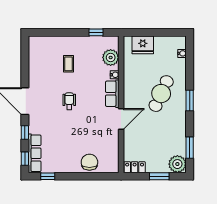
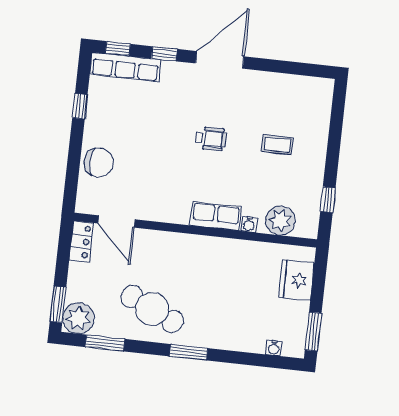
window: (170, 32) -> (313, 332), added
cafe table: (161, 94) -> (152, 309), moved
door: (121, 119) -> (116, 221), moved
window: (48, 176) -> (80, 106), moved
window: (159, 176) -> (58, 304), moved

